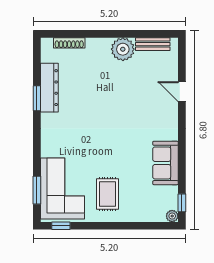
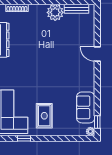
door: (182, 92) -> (97, 54), moved
sofa: (166, 163) -> (86, 107), moved
window: (61, 226) -> (24, 138), moved

